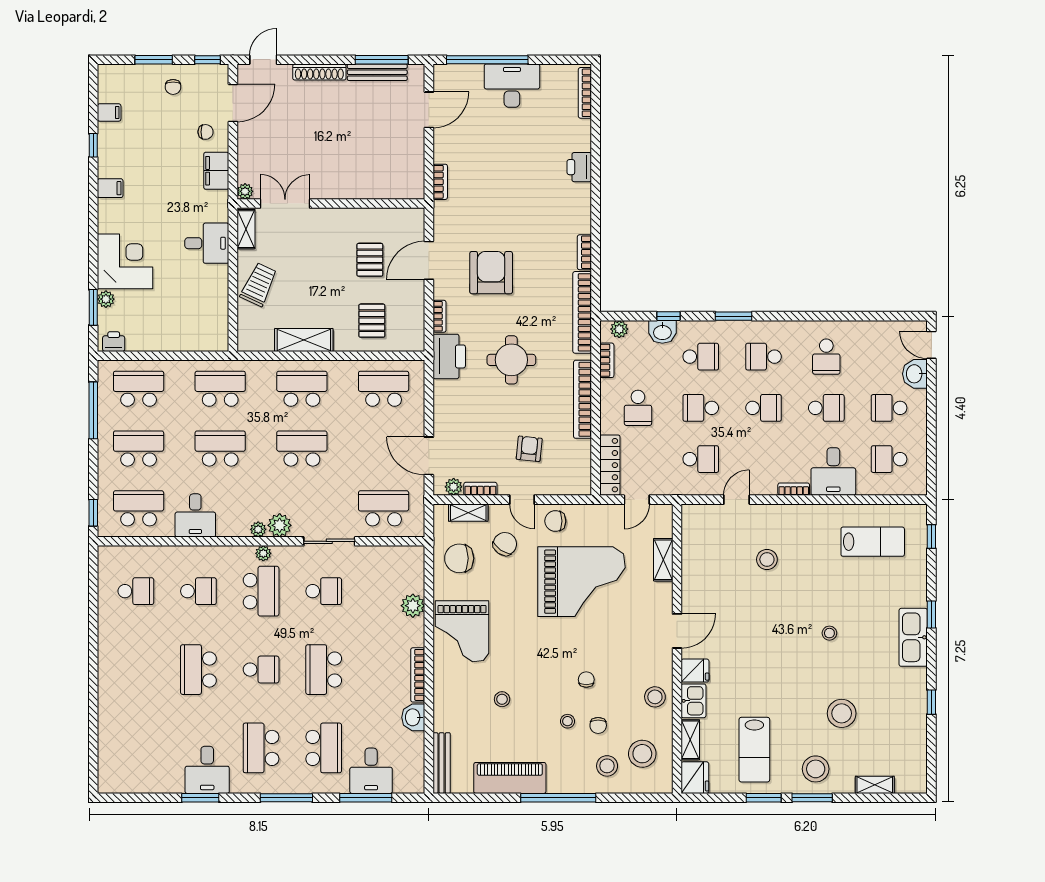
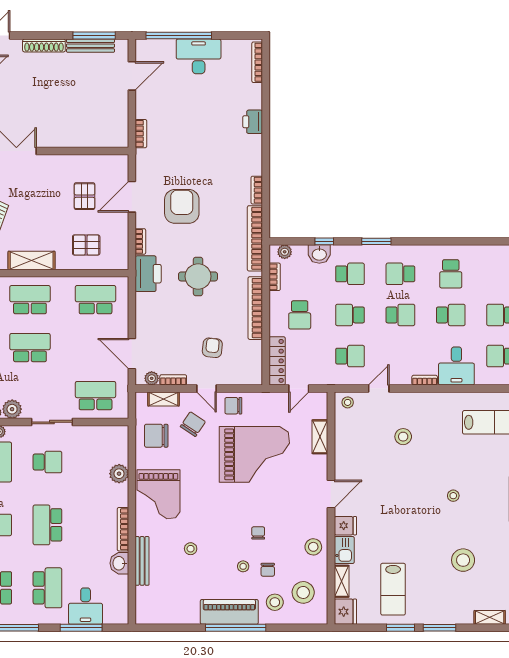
pallet: (372, 321) -> (86, 245), turned 90
bench: (442, 763) -> (142, 561), moved
stool: (816, 769) -> (348, 402), moved, width x0.53, depth x0.53
piano: (510, 778) -> (229, 612), moved

